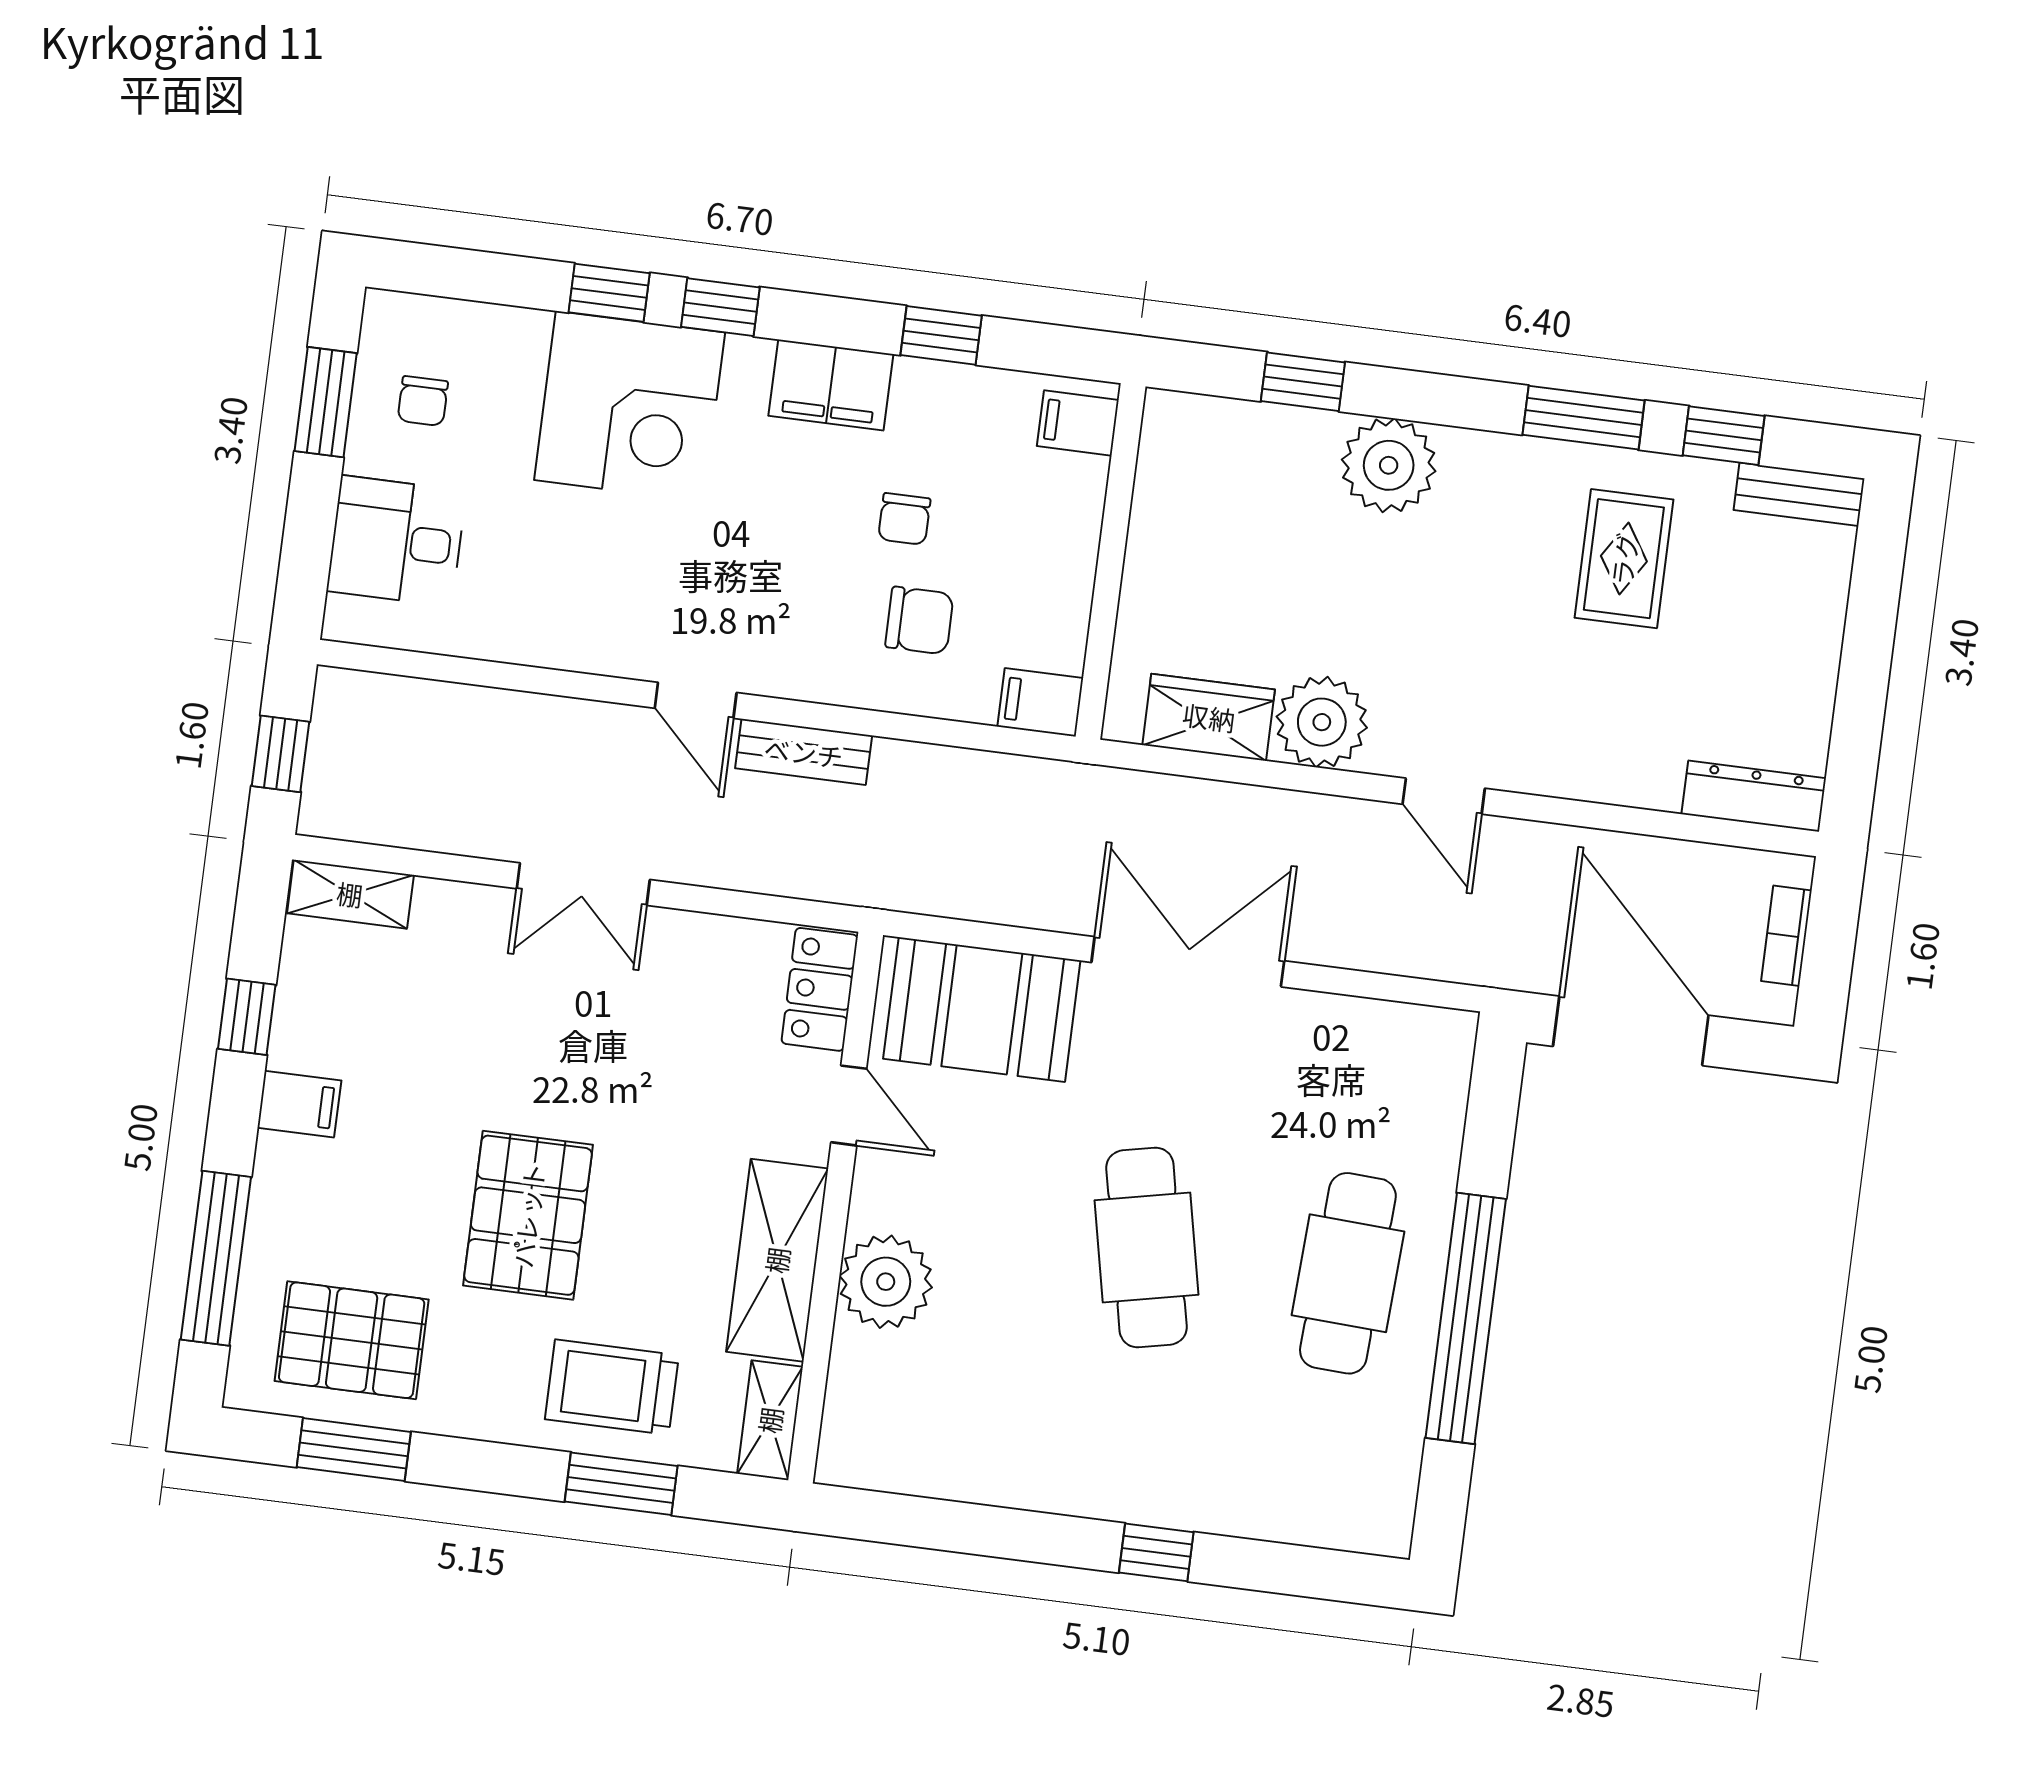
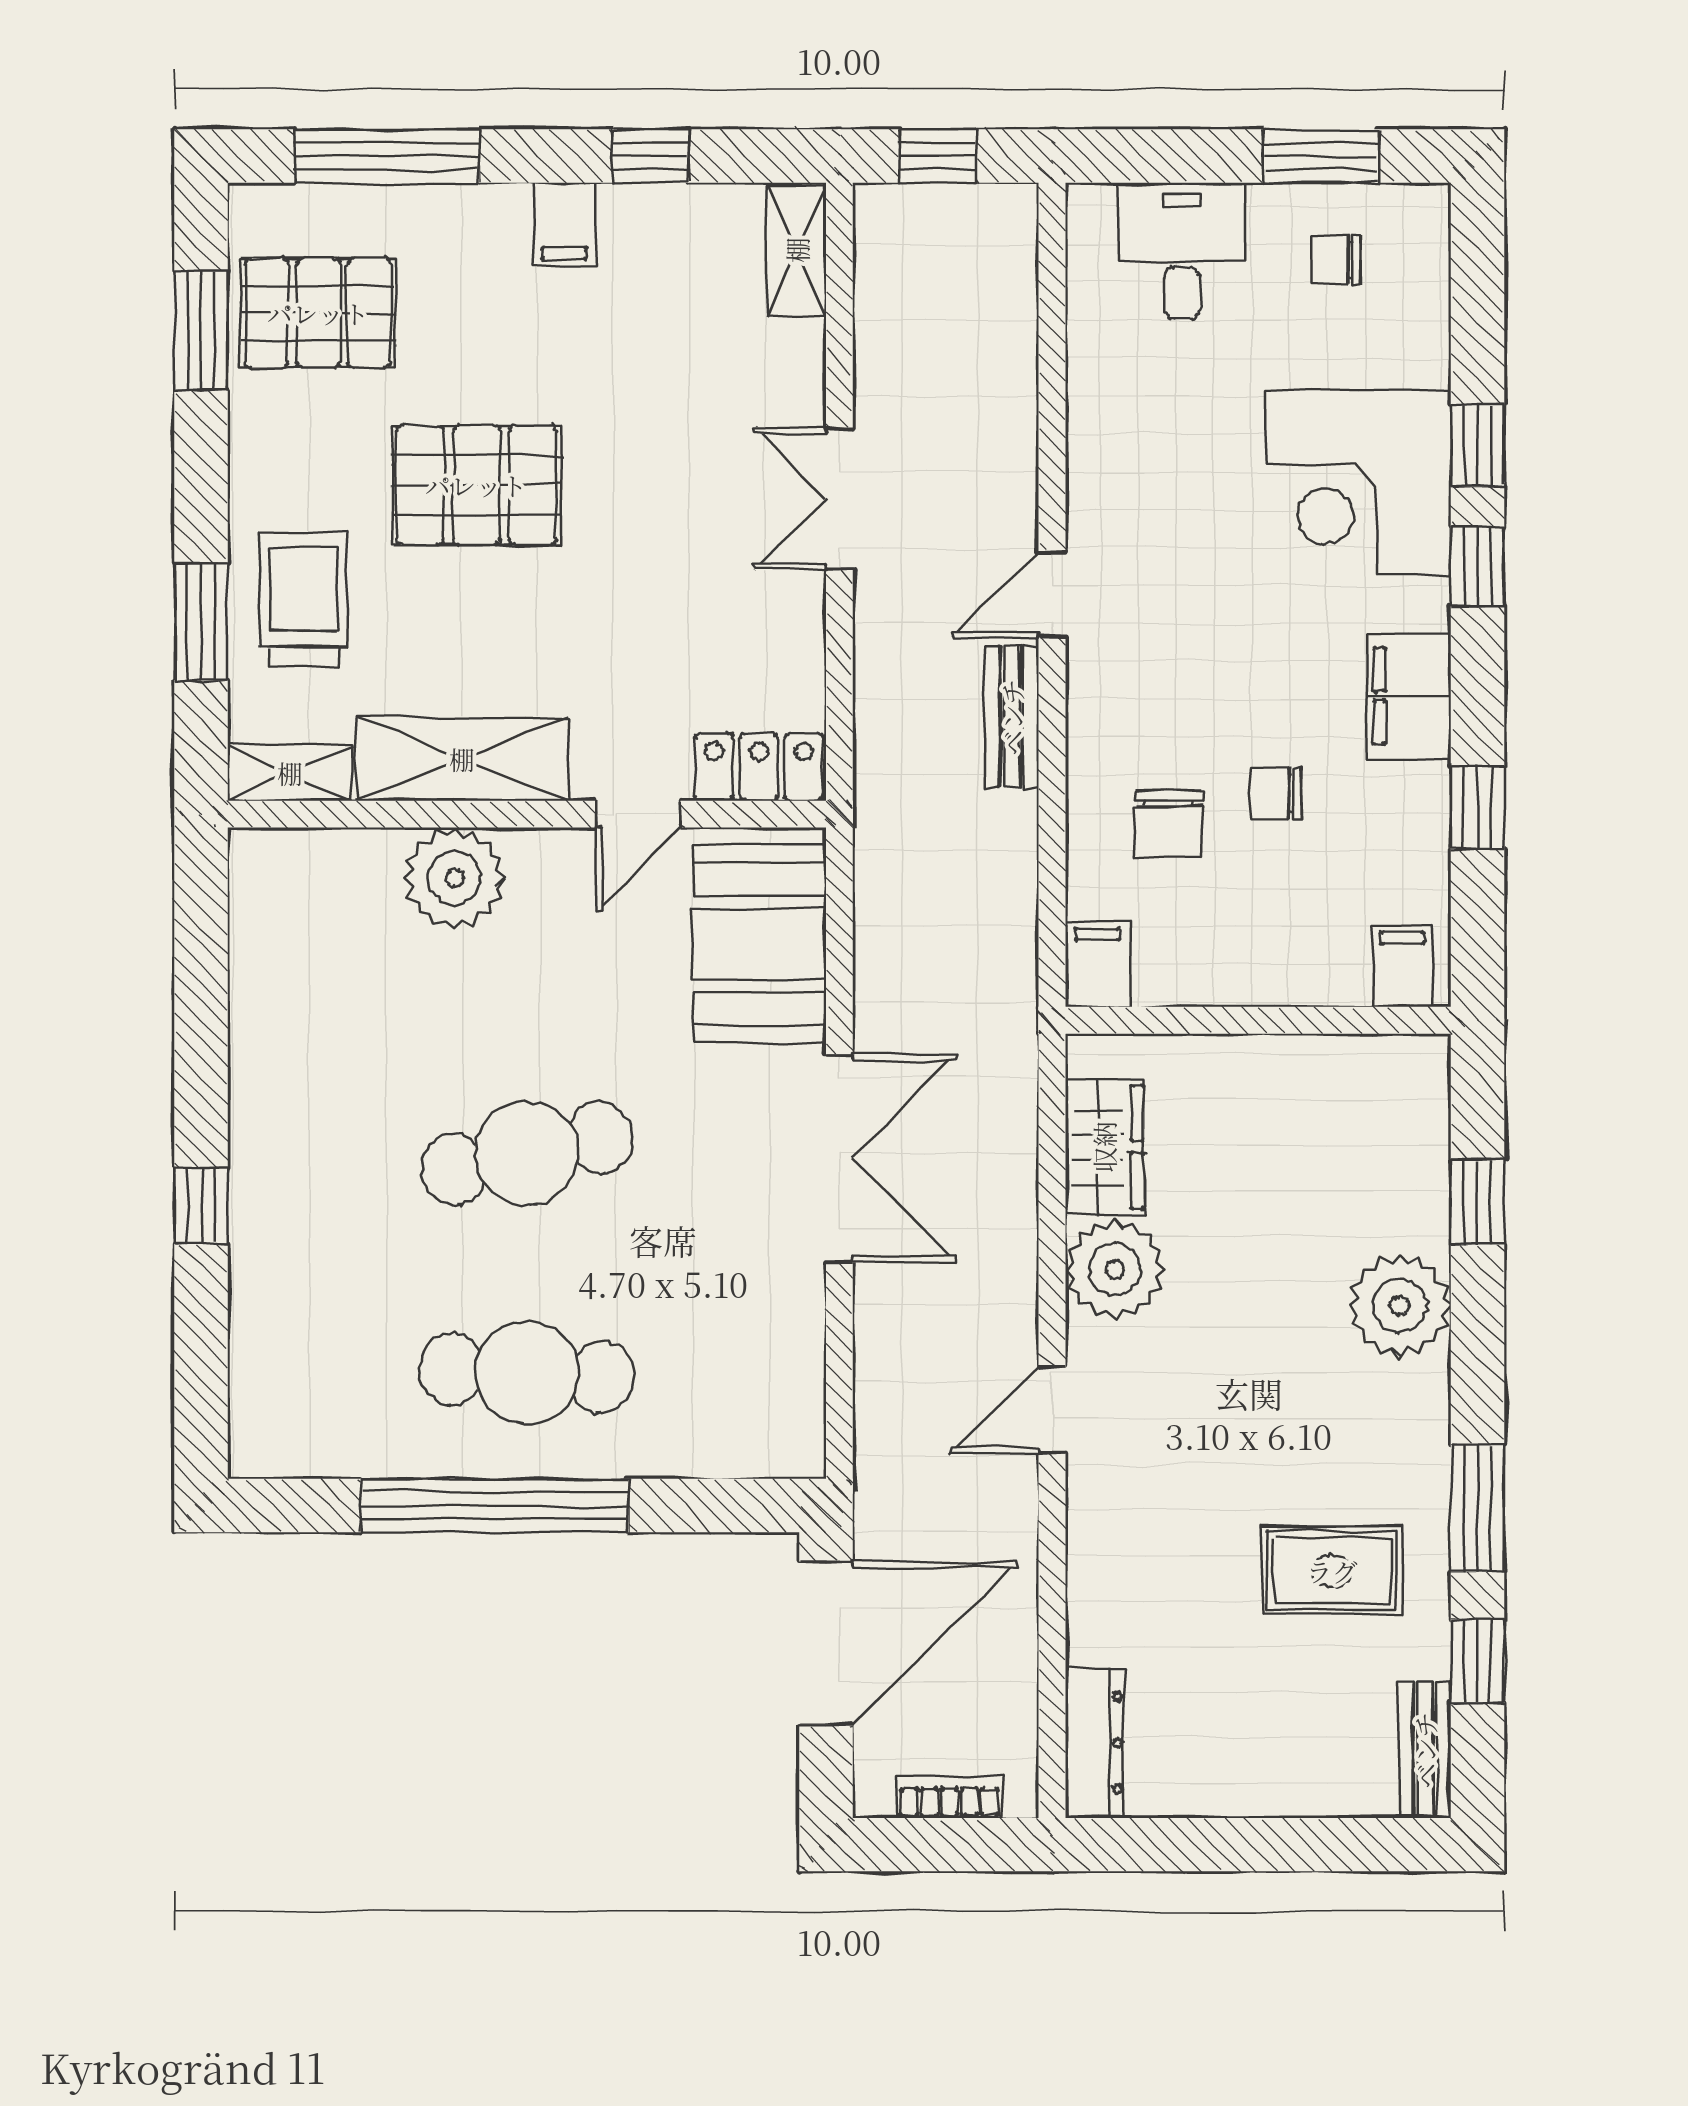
pallet: (352, 1340) -> (318, 313), turned 90

